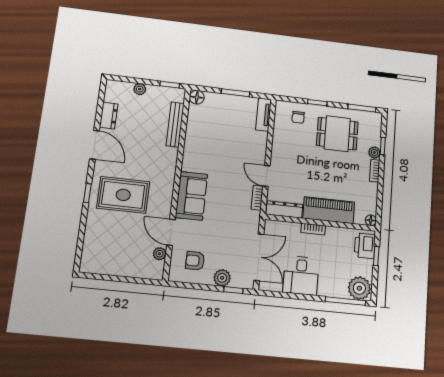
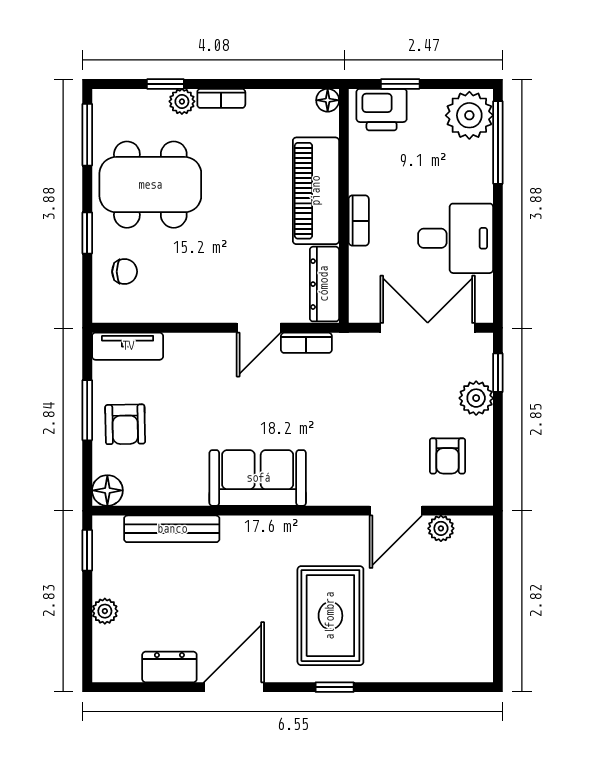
armchair: (227, 109) -> (125, 424), added
dining table: (337, 134) -> (150, 185), width x1.37
sofa: (191, 196) -> (258, 478), moved

